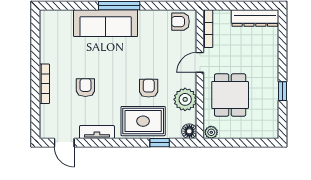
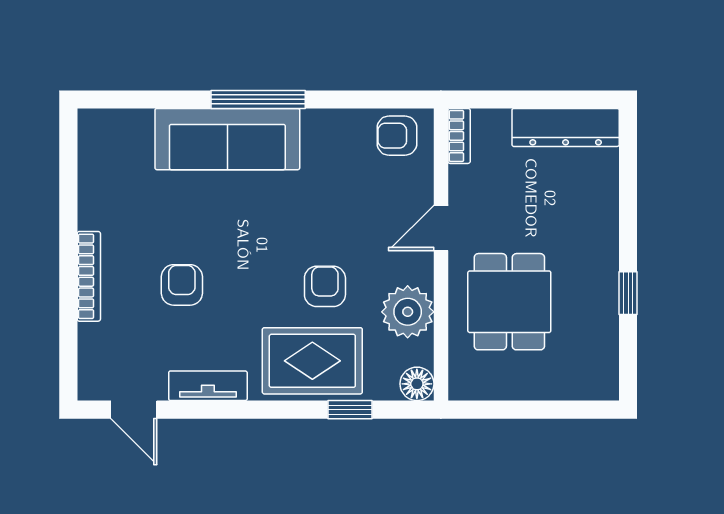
bookcase: (208, 29) -> (459, 136), width x0.64
plant: (211, 132) -> (467, 386), removed

